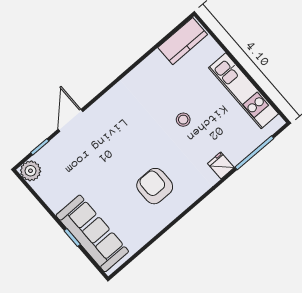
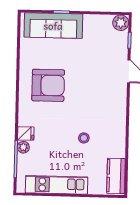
stool: (183, 120) -> (84, 138), moved
plant: (236, 156) -> (23, 147), added
armchair: (155, 186) -> (48, 85), width x1.36, depth x1.36

